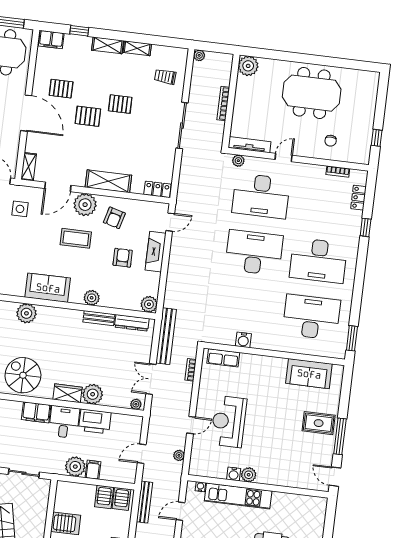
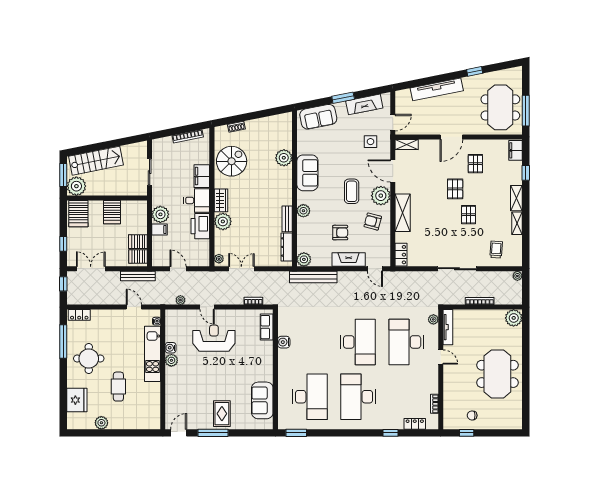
door: (26, 113) -> (451, 137), width x0.73
chair: (331, 141) -> (472, 415), moved
bench: (166, 336) -> (313, 277), moved

